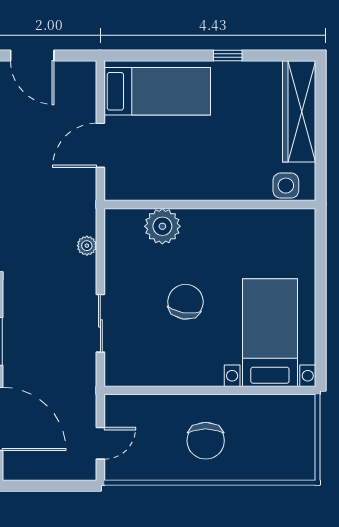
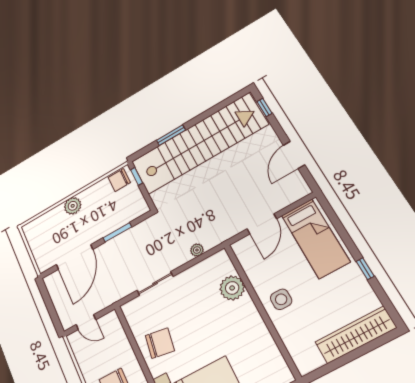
door: (100, 145) -> (262, 224), swing flipped
side table: (286, 186) -> (281, 299), moved
chair: (185, 302) -> (160, 343), moved

